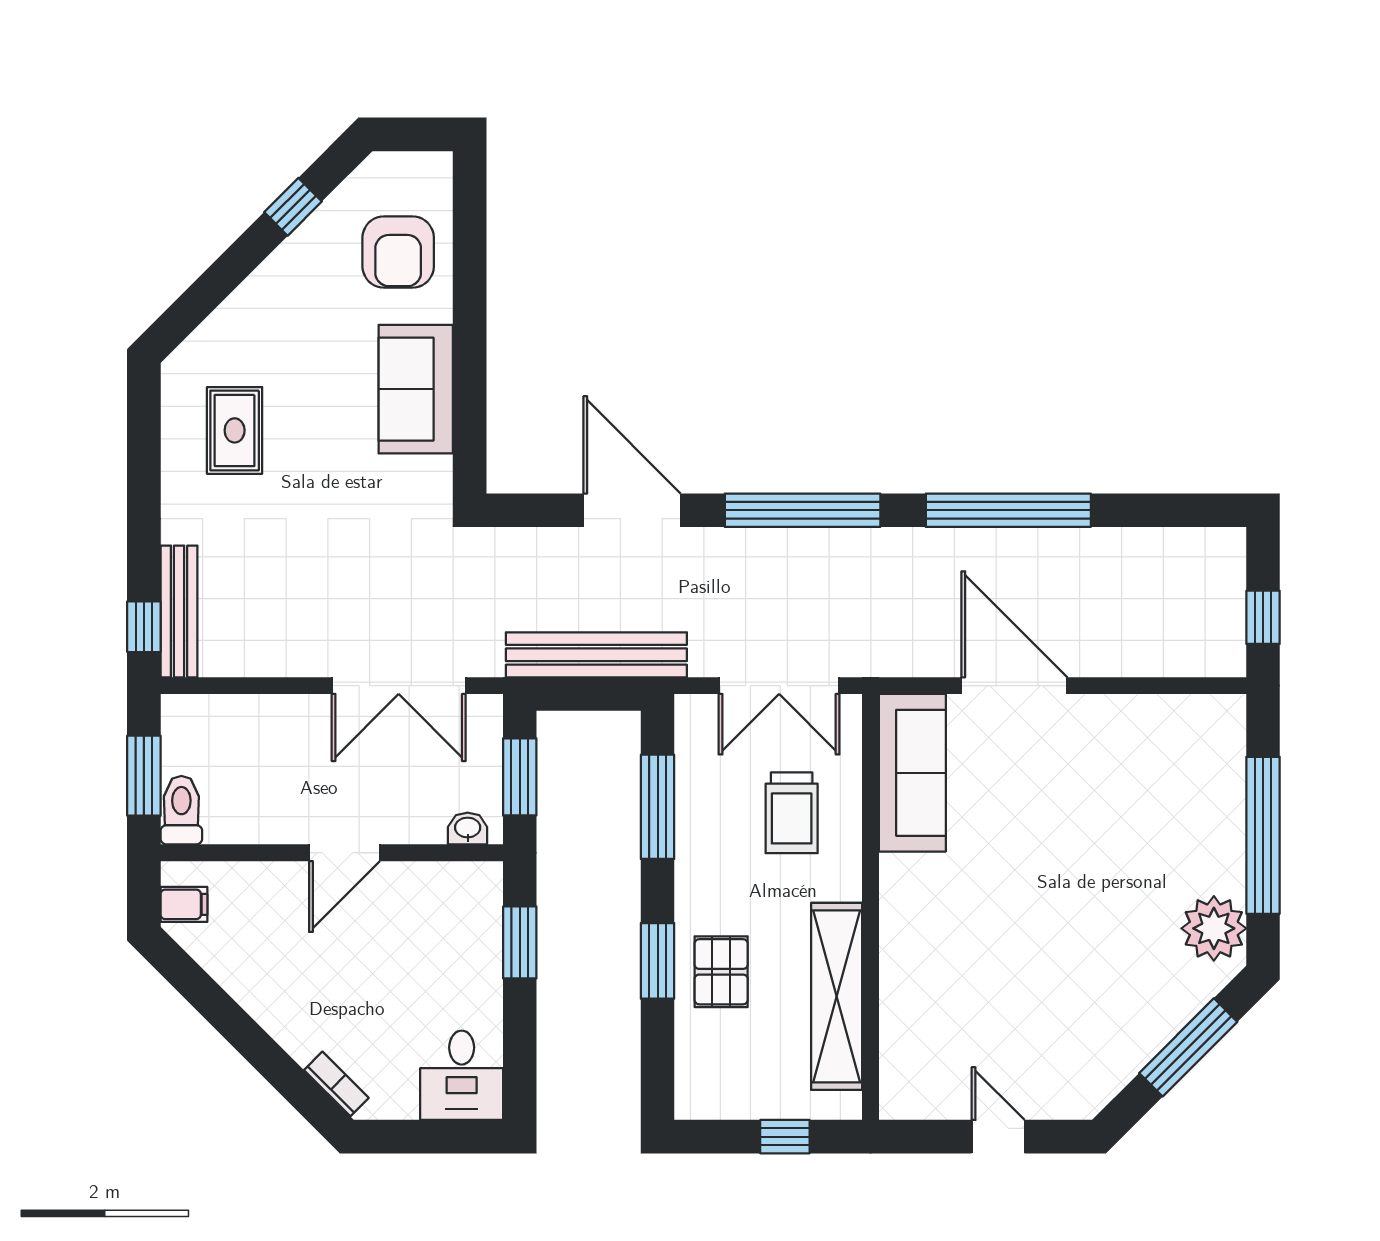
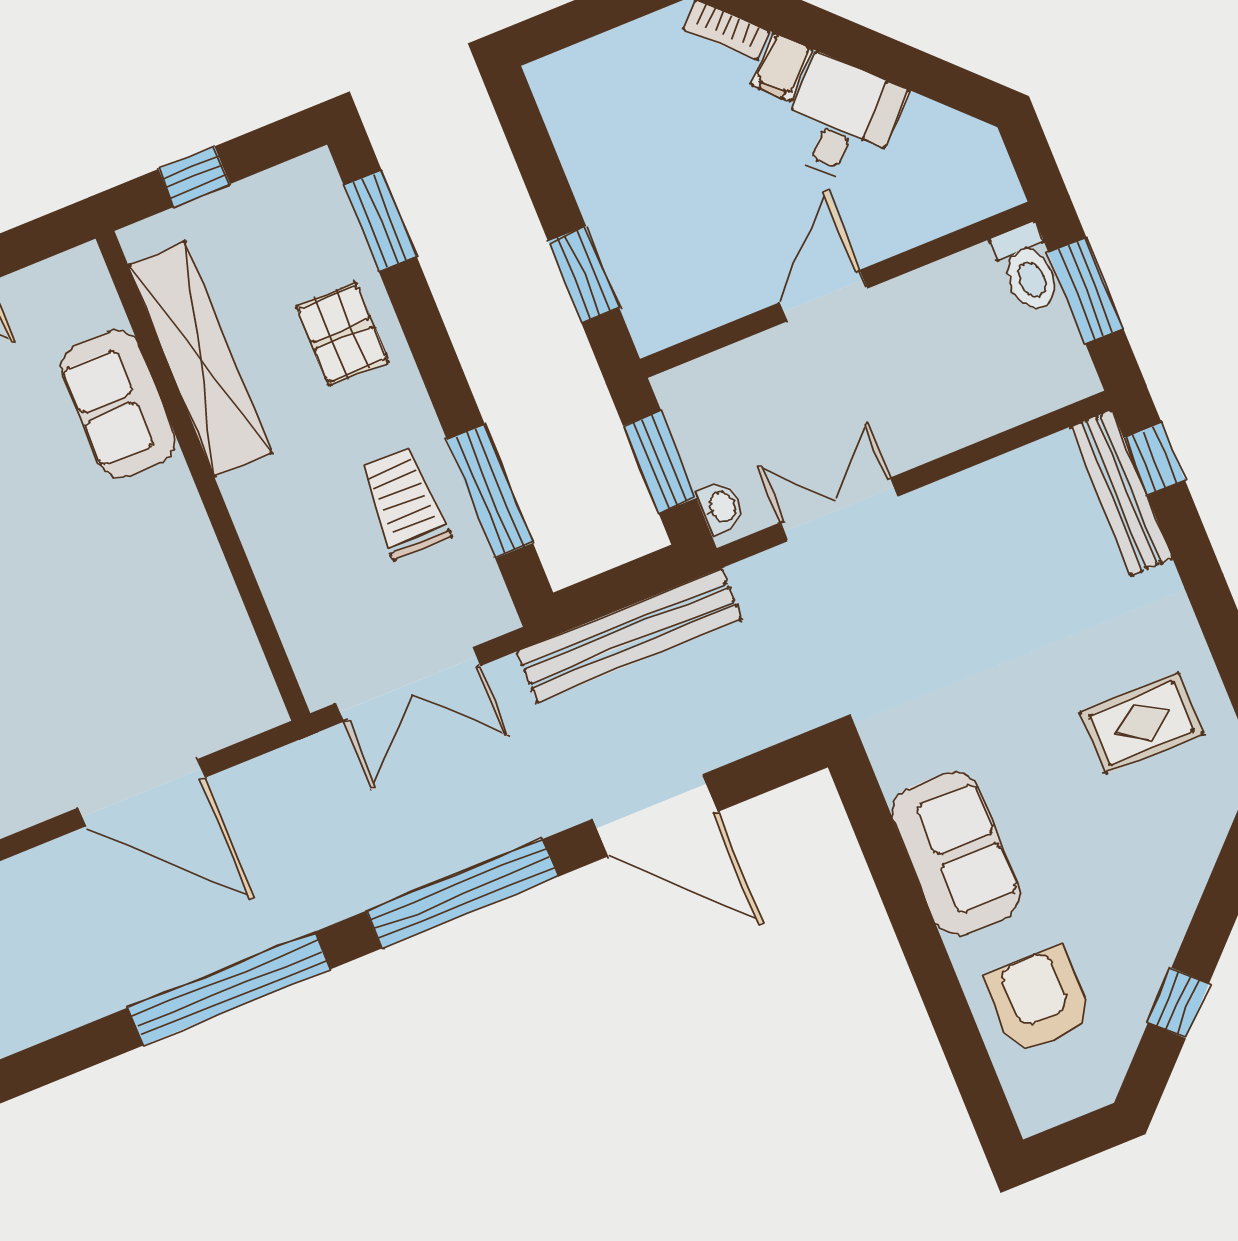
rug: (235, 430) -> (1142, 723), turned 90
double door: (399, 686) -> (839, 510), width x0.73
double door: (779, 686) -> (408, 684), swing flipped
sofa: (912, 773) -> (118, 404), moved, width x0.73
trolley: (792, 813) -> (405, 503), moved
washbasin: (468, 828) -> (721, 507), moved, turned -90
filing cabinet: (184, 904) -> (782, 67), moved, turned -45
window: (658, 961) -> (380, 221), moved
desk: (462, 1075) -> (842, 121), moved, turned 45

